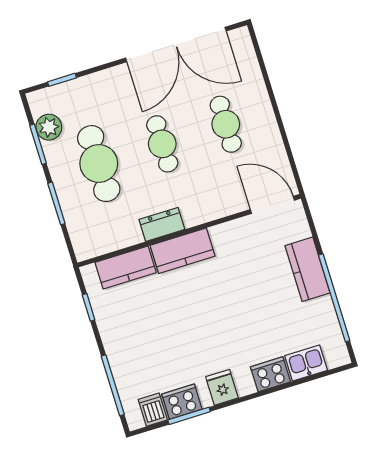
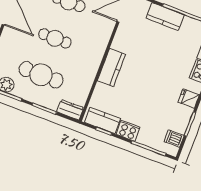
dresser: (162, 224) -> (70, 110), moved, turned 90
kitchen counter: (126, 267) -> (102, 121), moved, turned -90
cooker: (182, 402) -> (128, 131), moved, turned 90

